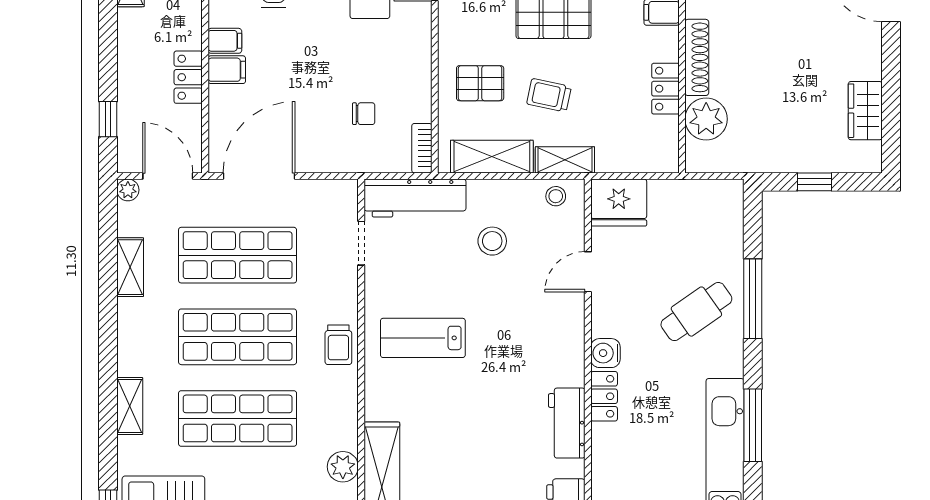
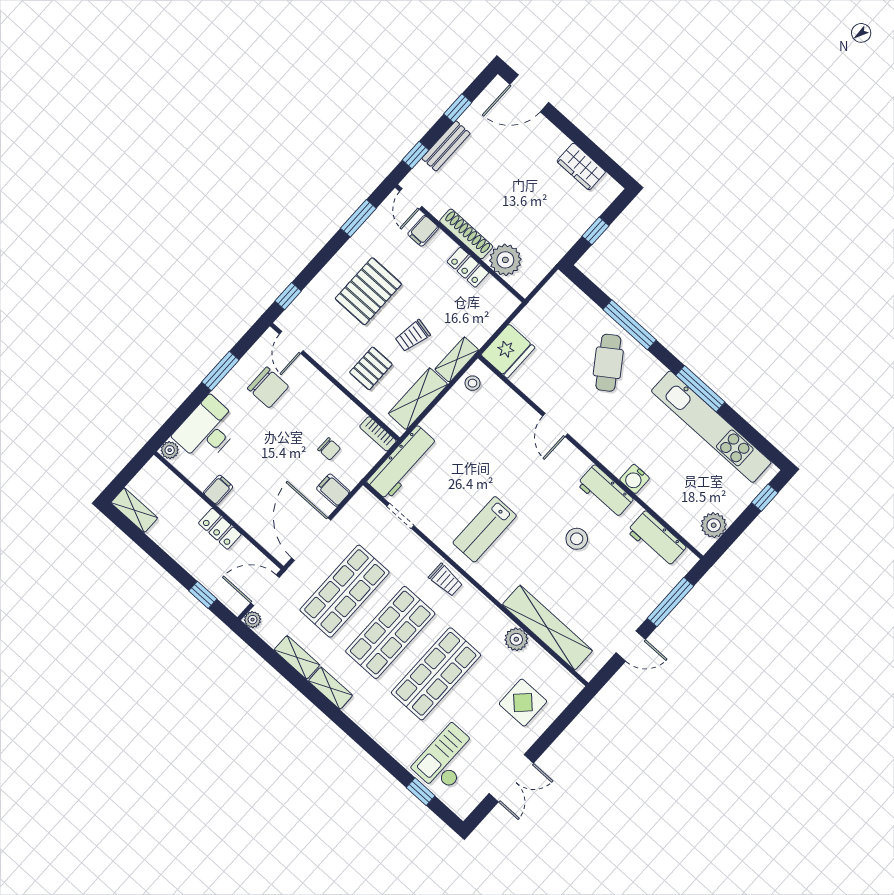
filing cabinet: (227, 70) -> (333, 490), moved, turned -90
chair: (364, 114) -> (329, 449), turned 90
stool: (492, 241) -> (577, 539), moved
door: (588, 272) -> (555, 425), moved
water cooler: (605, 353) -> (635, 479), moved
locker: (604, 396) -> (609, 457), removed
shelving: (130, 406) -> (330, 688), moved

